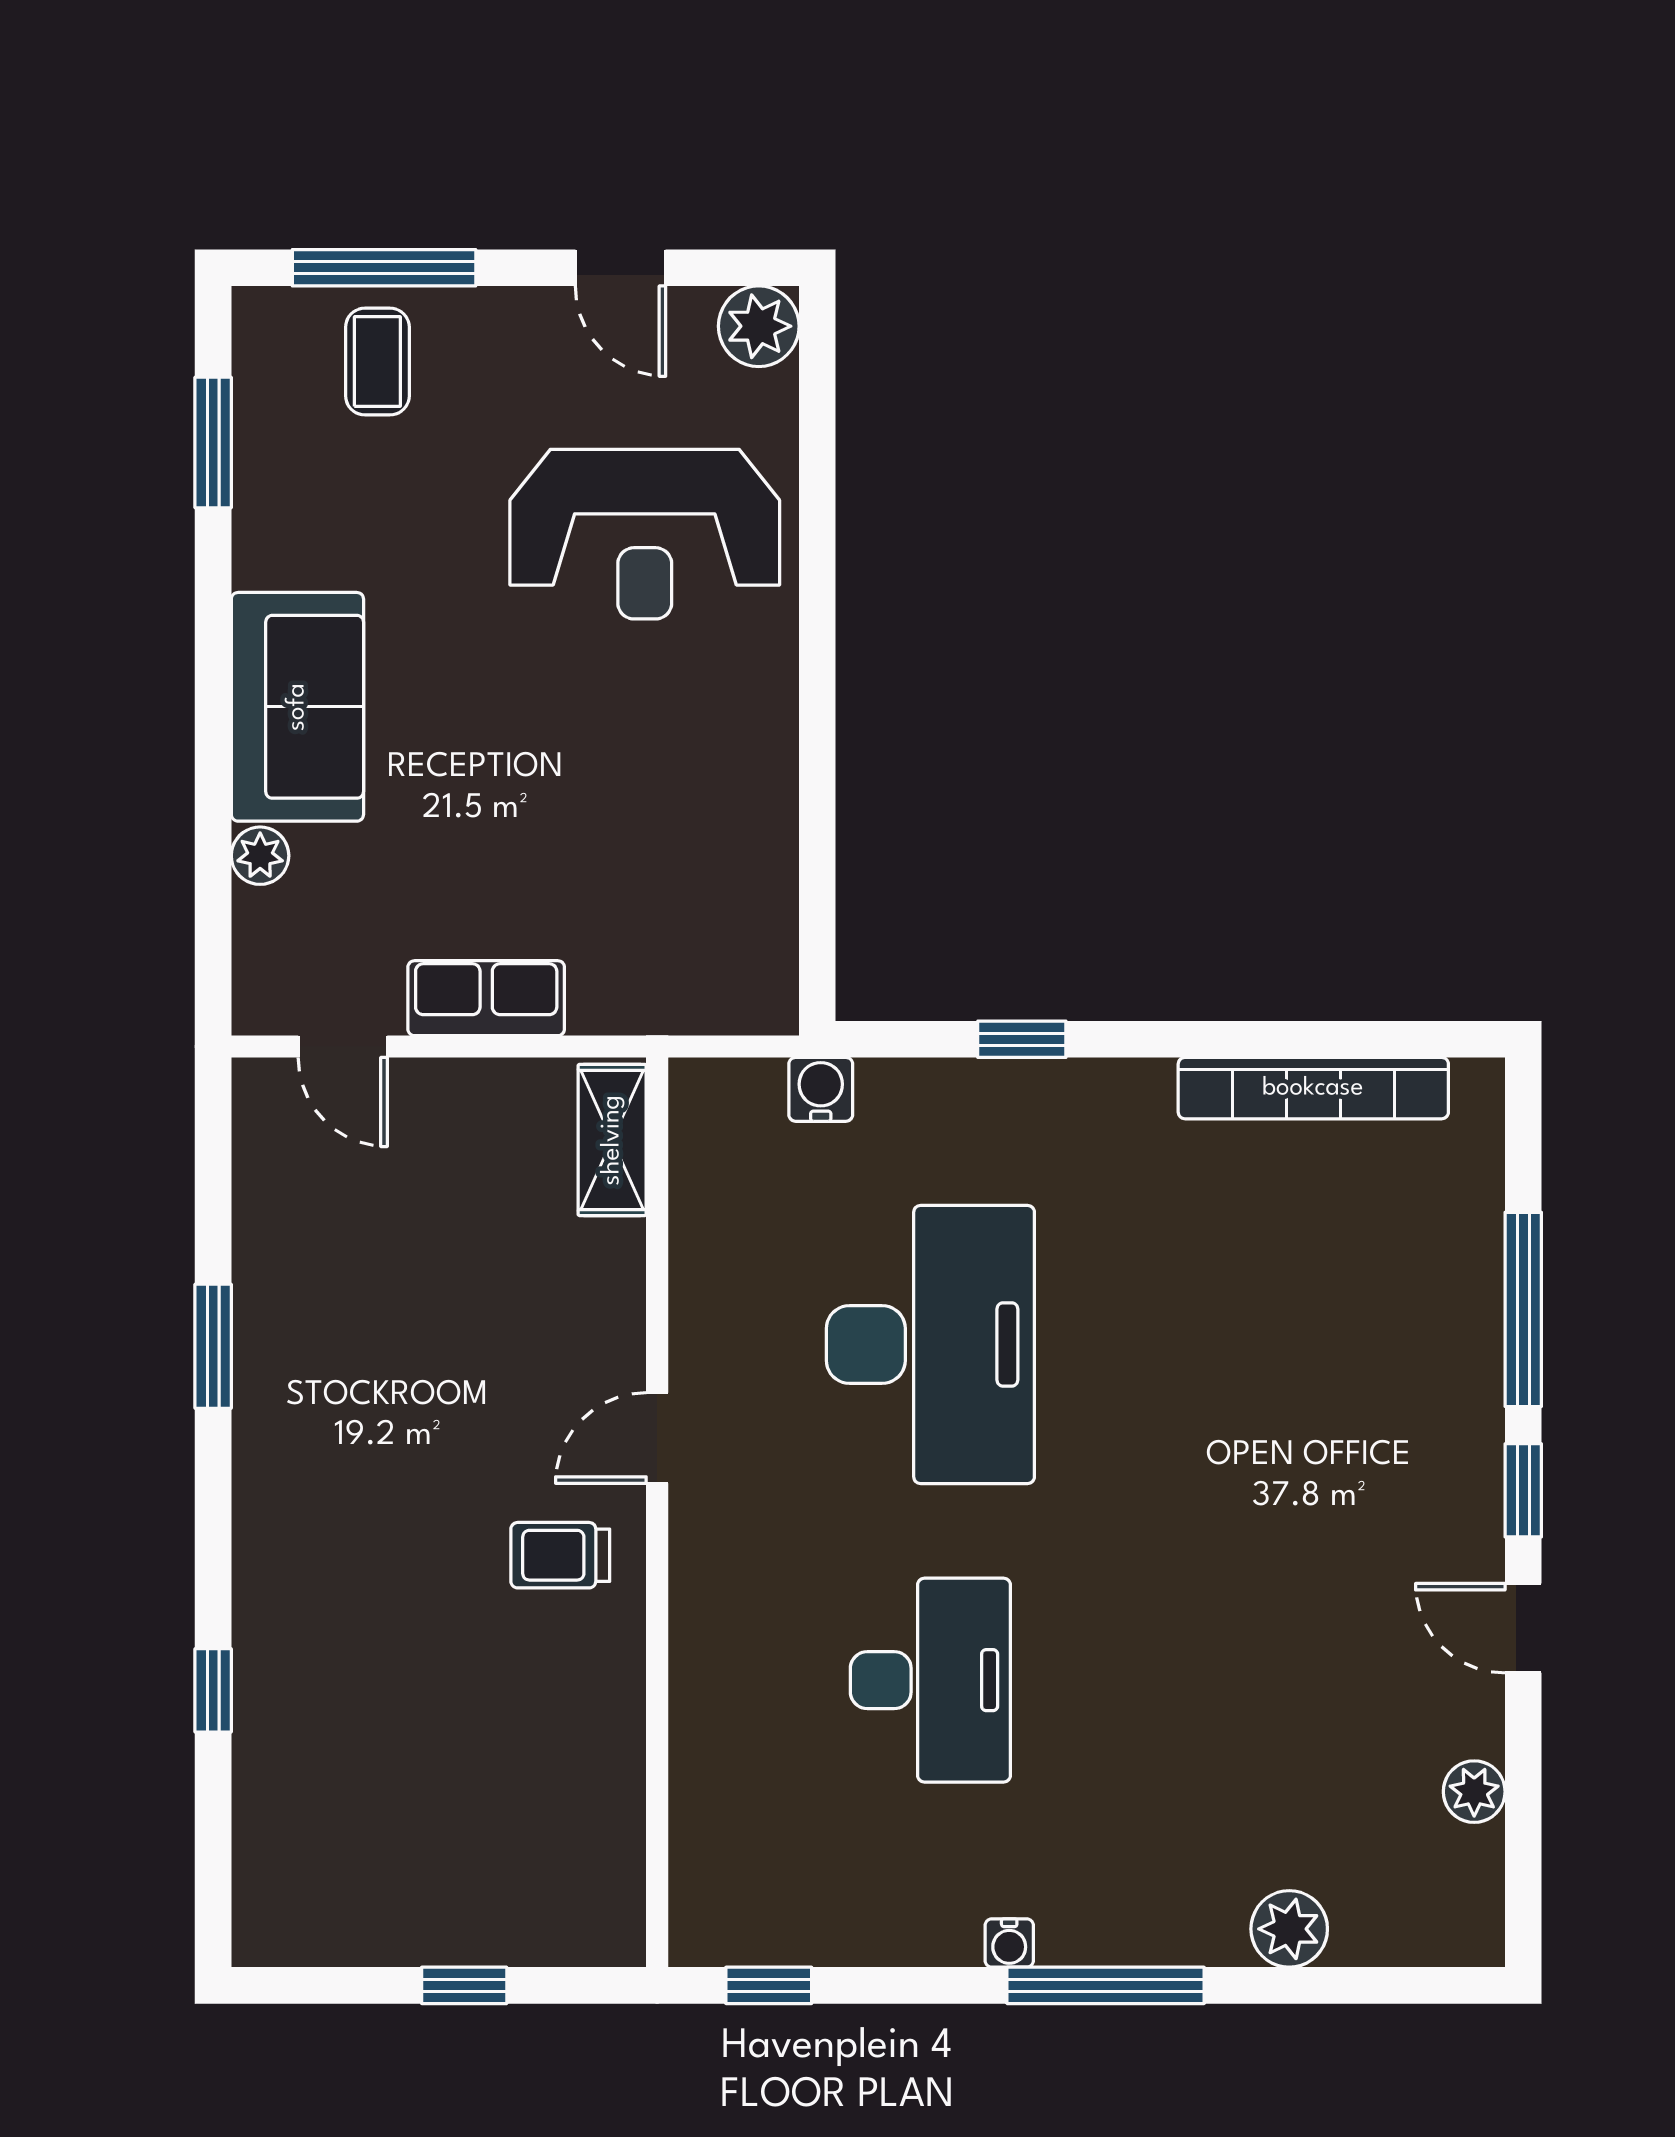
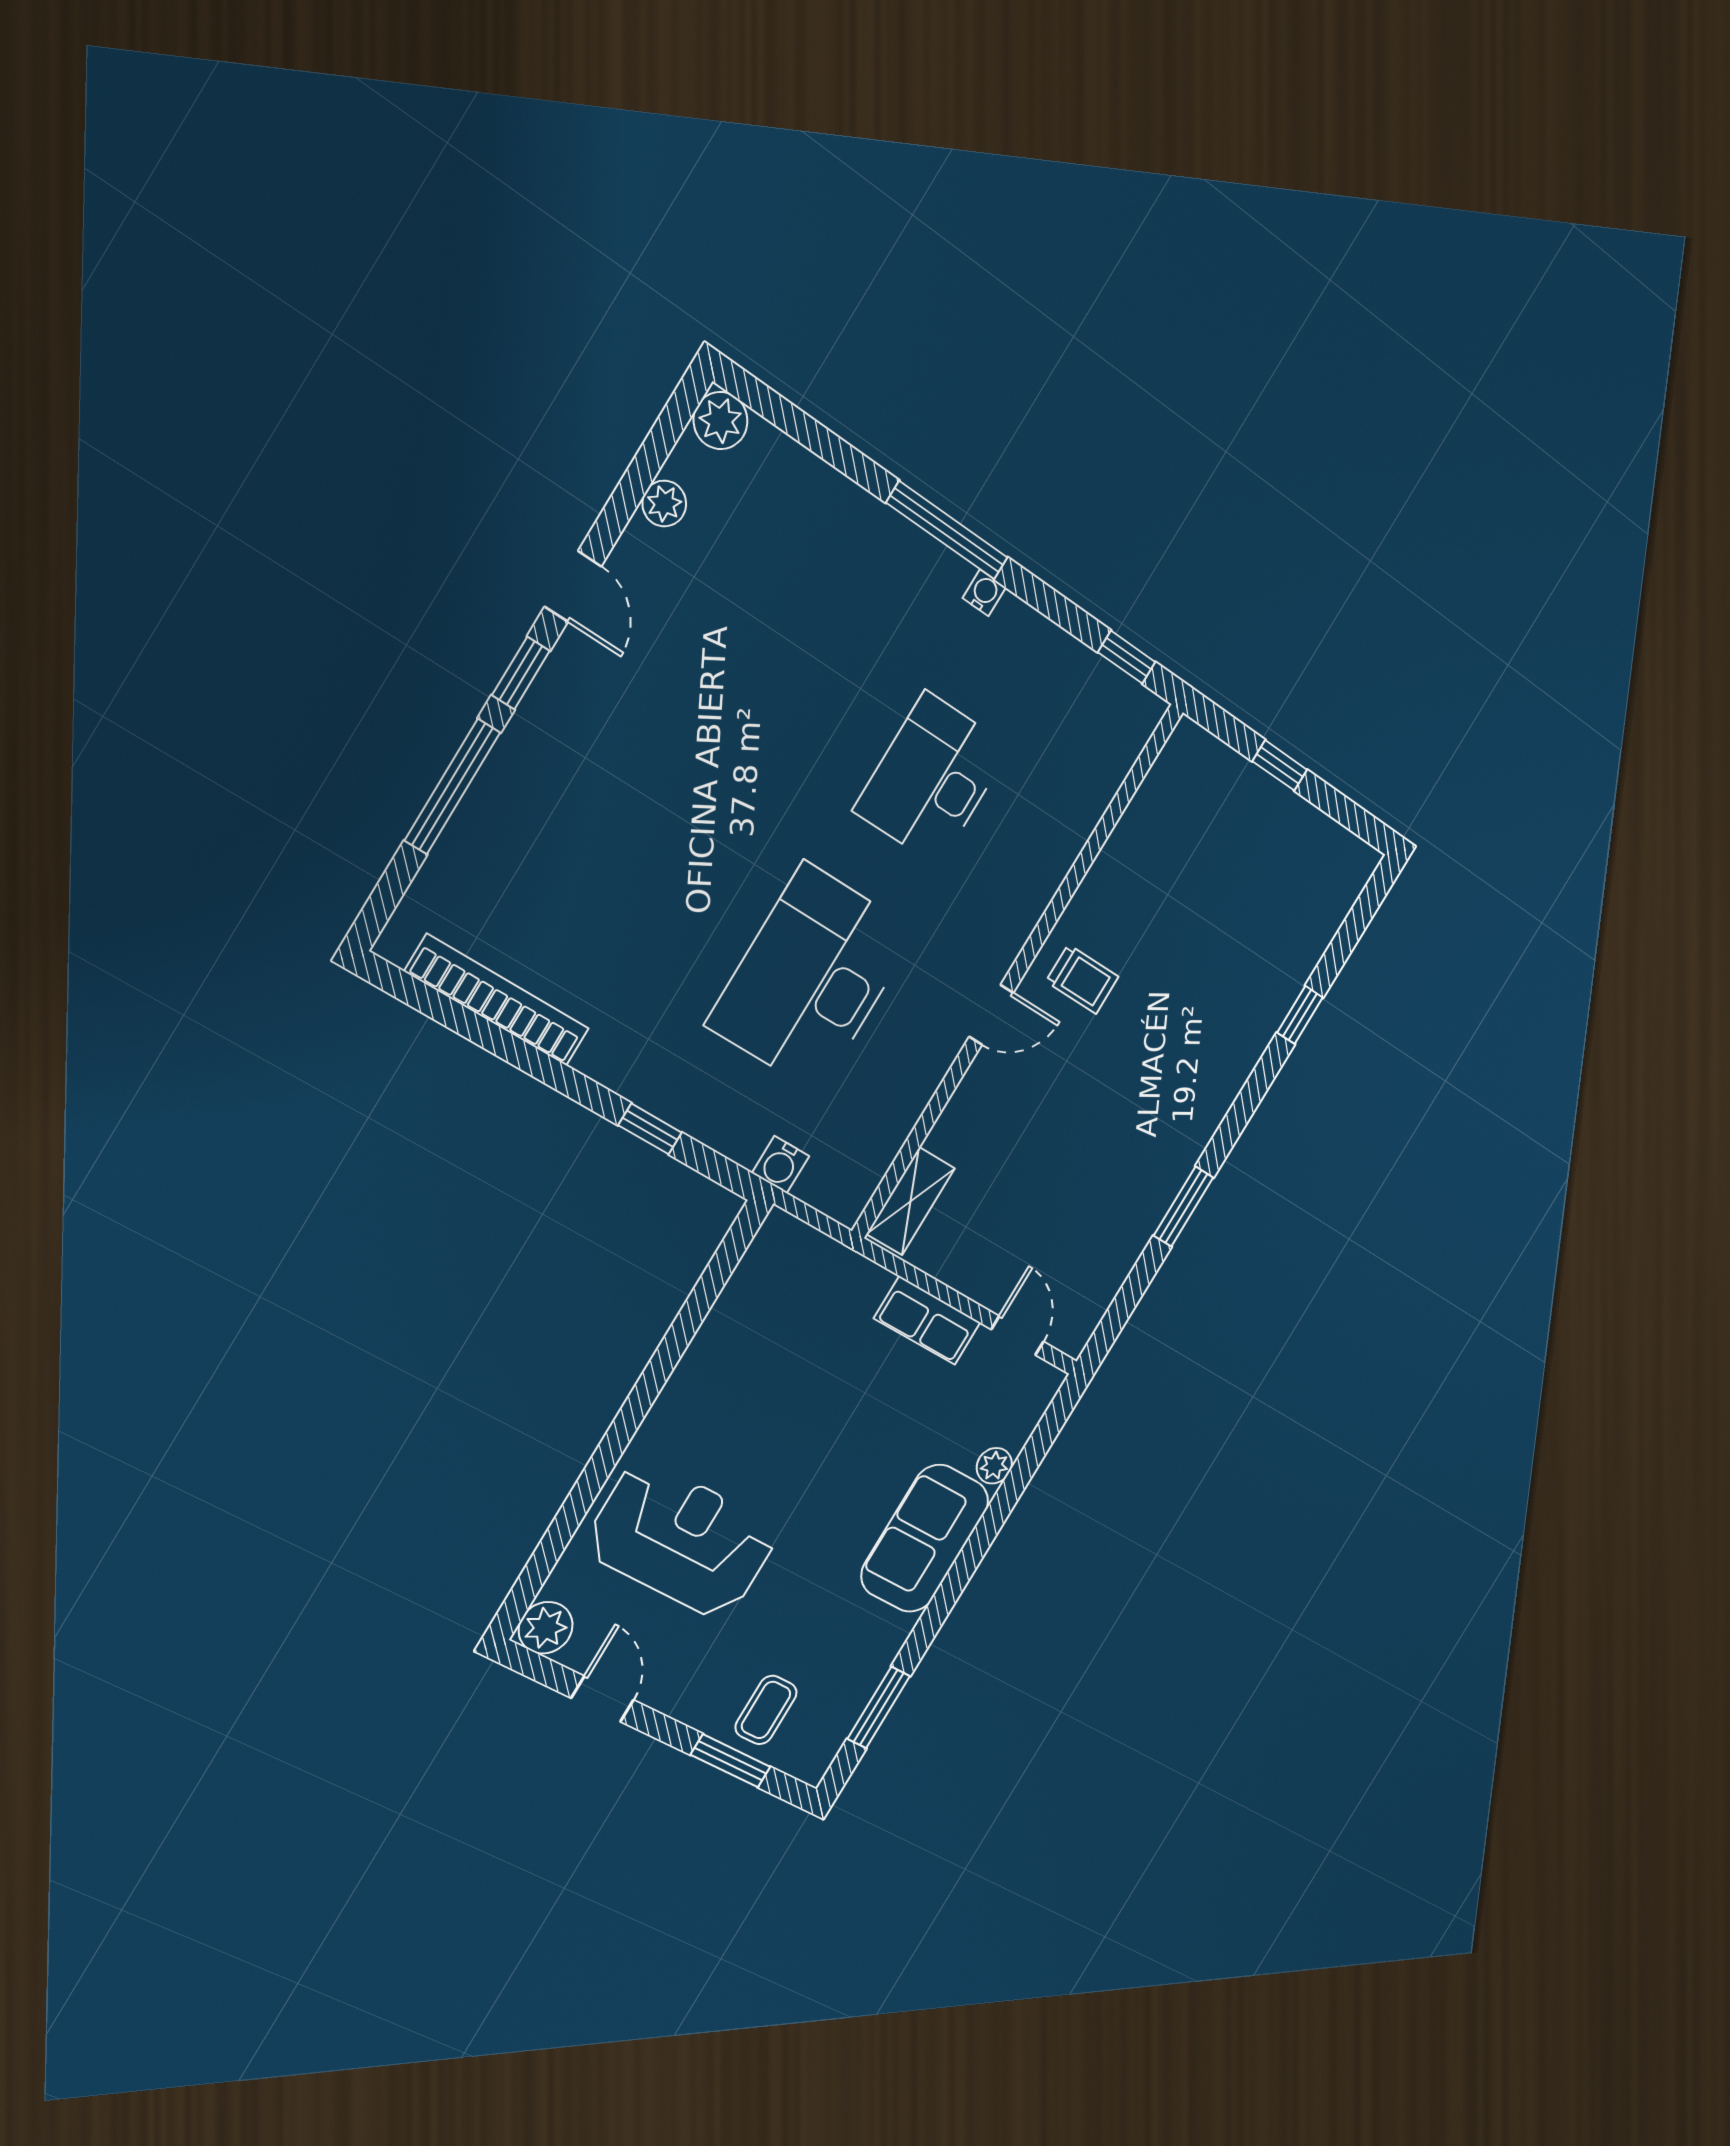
window: (384, 268) -> (731, 1761), width x0.69
plant: (1289, 1929) -> (721, 421), moved

